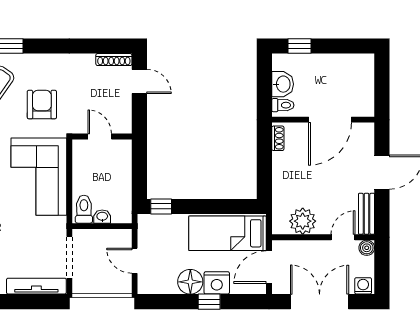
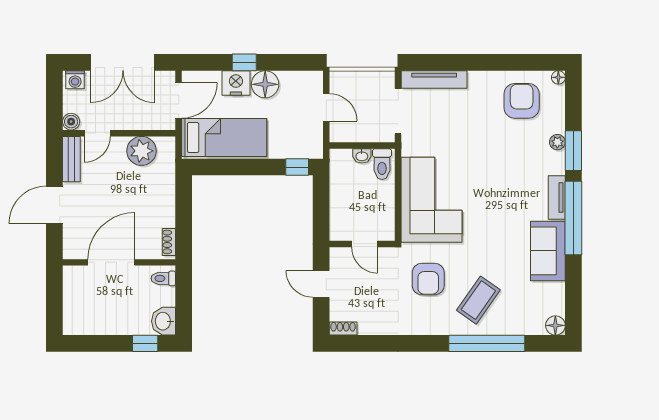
shoe rack: (114, 60) -> (343, 329), width x0.70
door: (139, 81) -> (321, 284), moved
washbasin: (283, 84) -> (164, 321), moved

